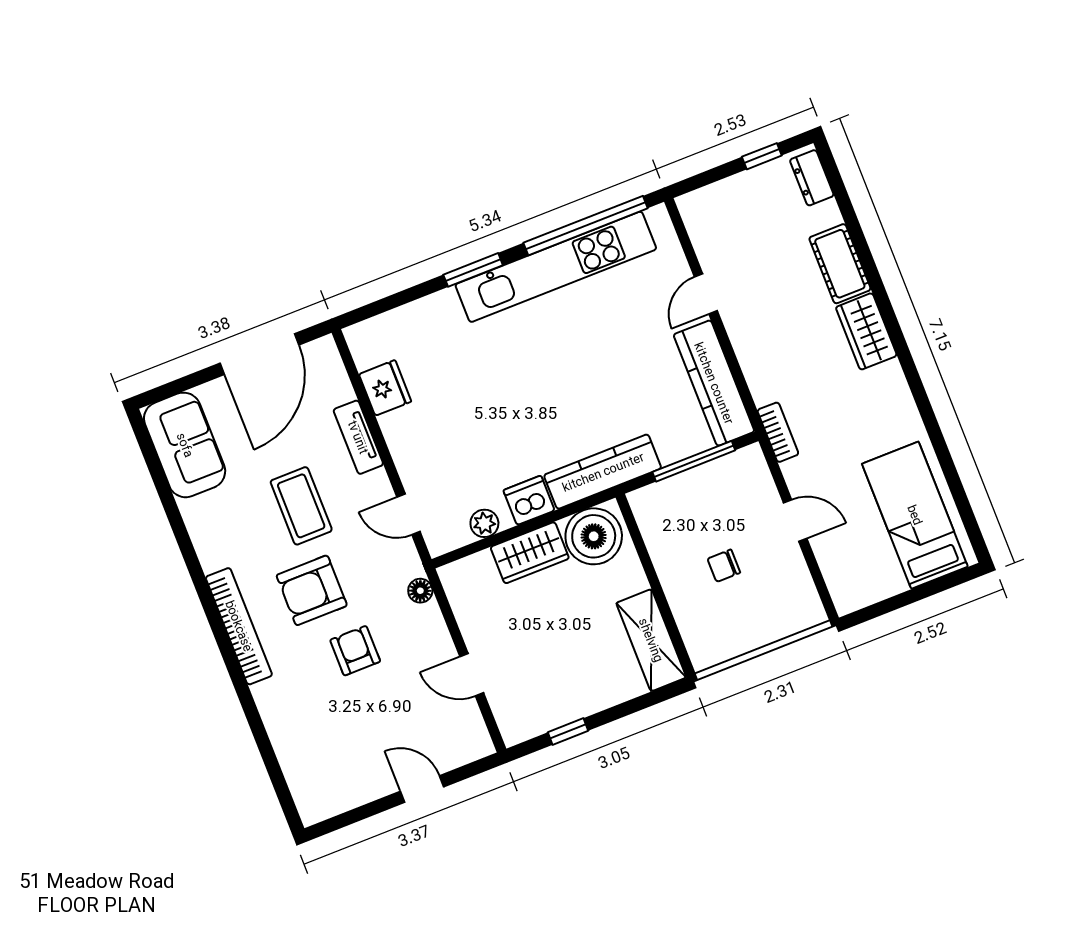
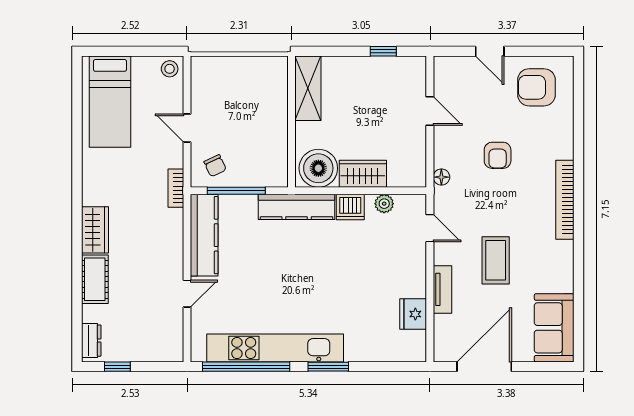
chair: (724, 566) -> (215, 166), moved, turned 65
armchair: (312, 590) -> (537, 87), moved, turned 180
stool: (851, 592) -> (170, 69), added

